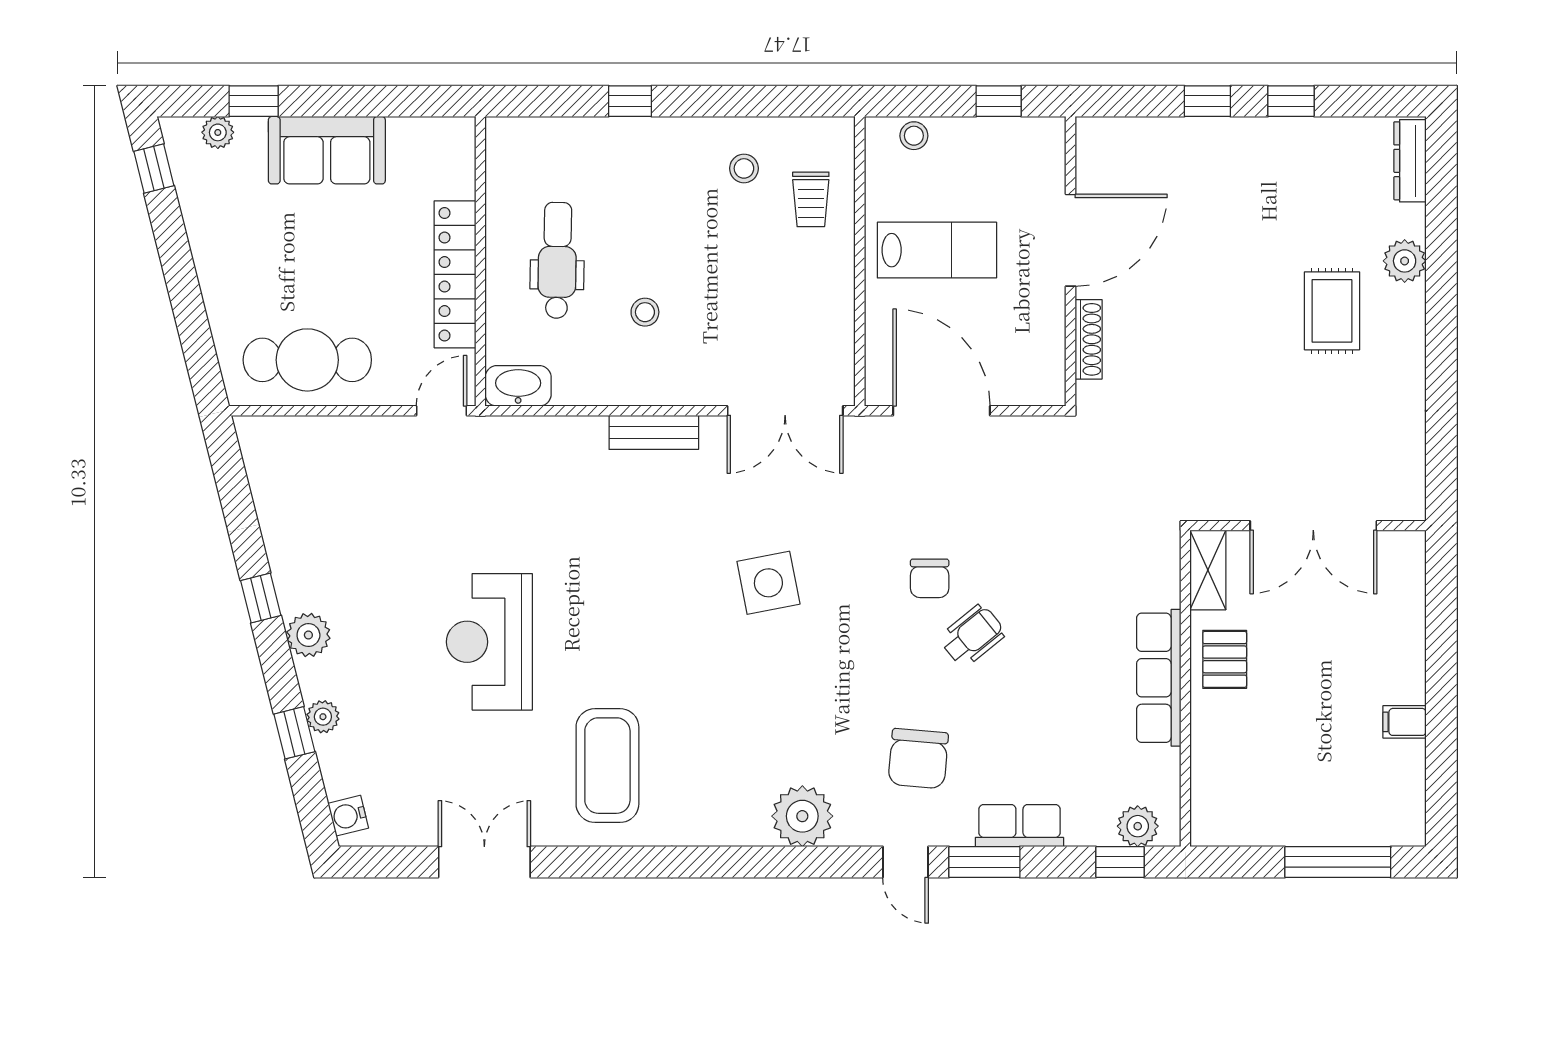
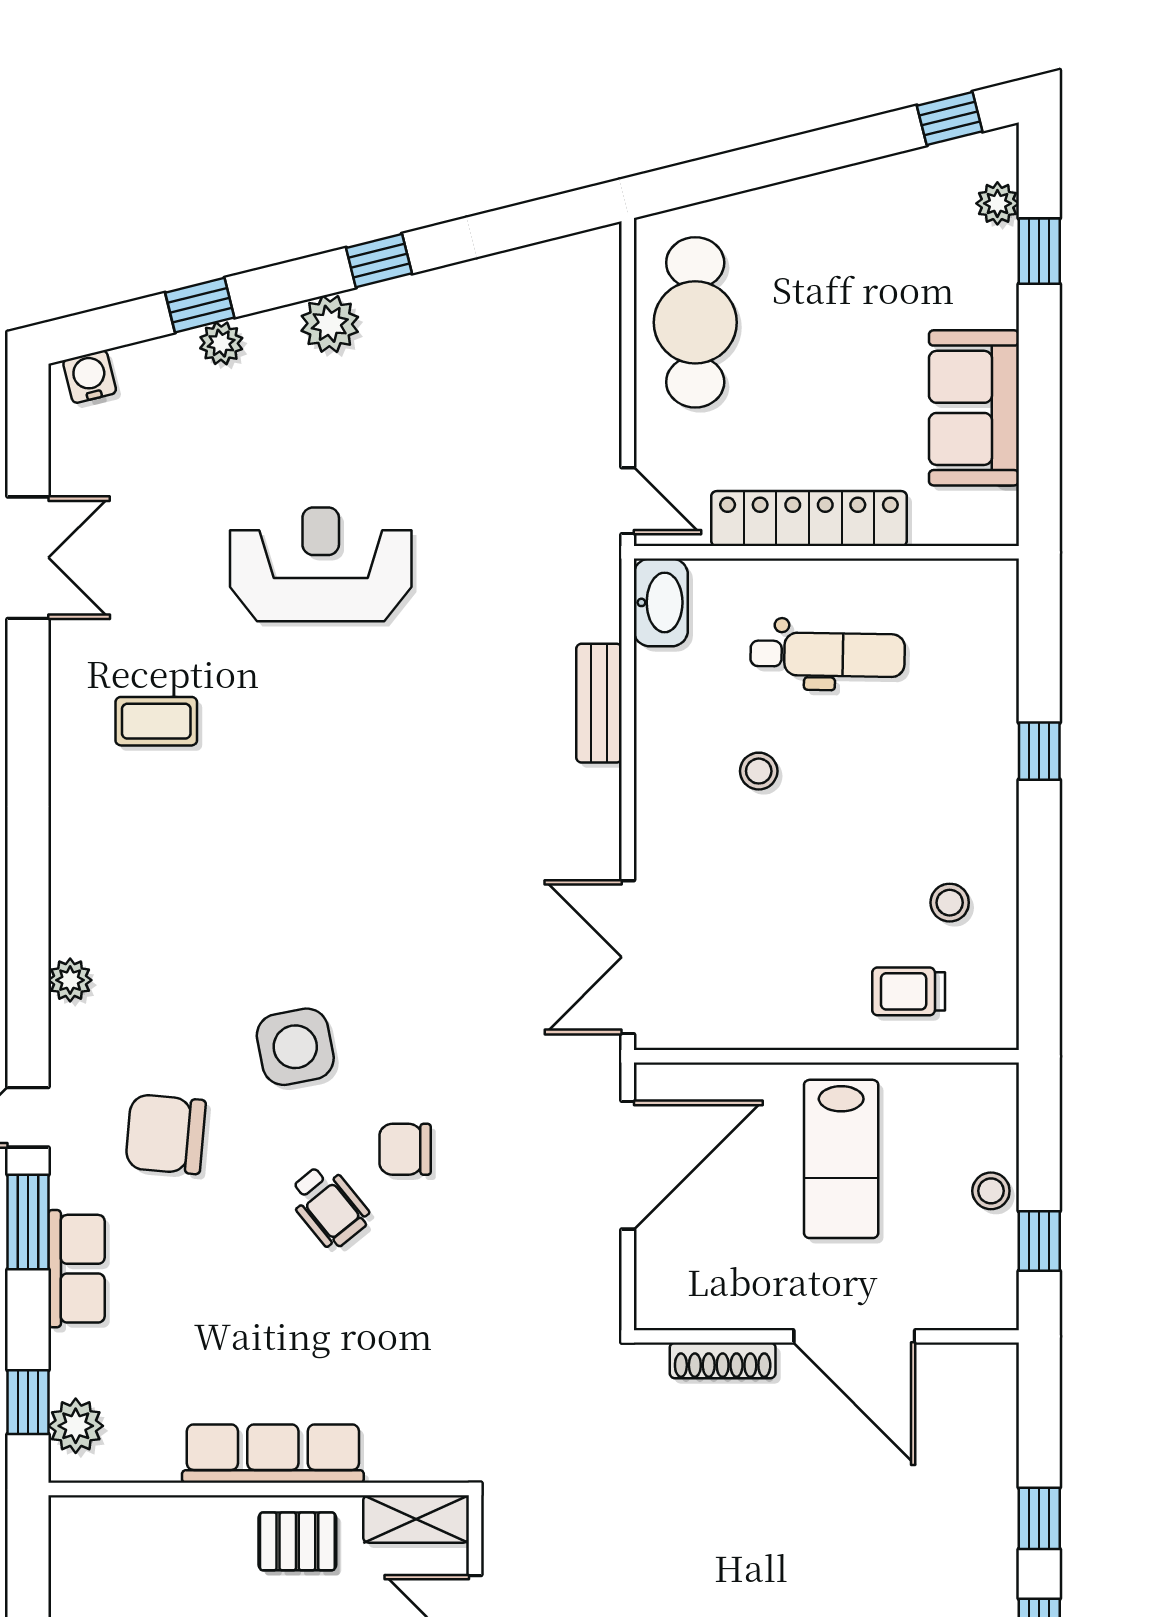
stool: (914, 136) -> (991, 1191), moved
sofa: (327, 150) -> (974, 408), moved
bench: (654, 432) -> (599, 703), moved
side table: (768, 583) -> (295, 1047), moved
coffee table: (607, 766) -> (156, 721), width x0.54, depth x0.58
plant: (802, 816) -> (70, 980), width x0.53, depth x0.53

